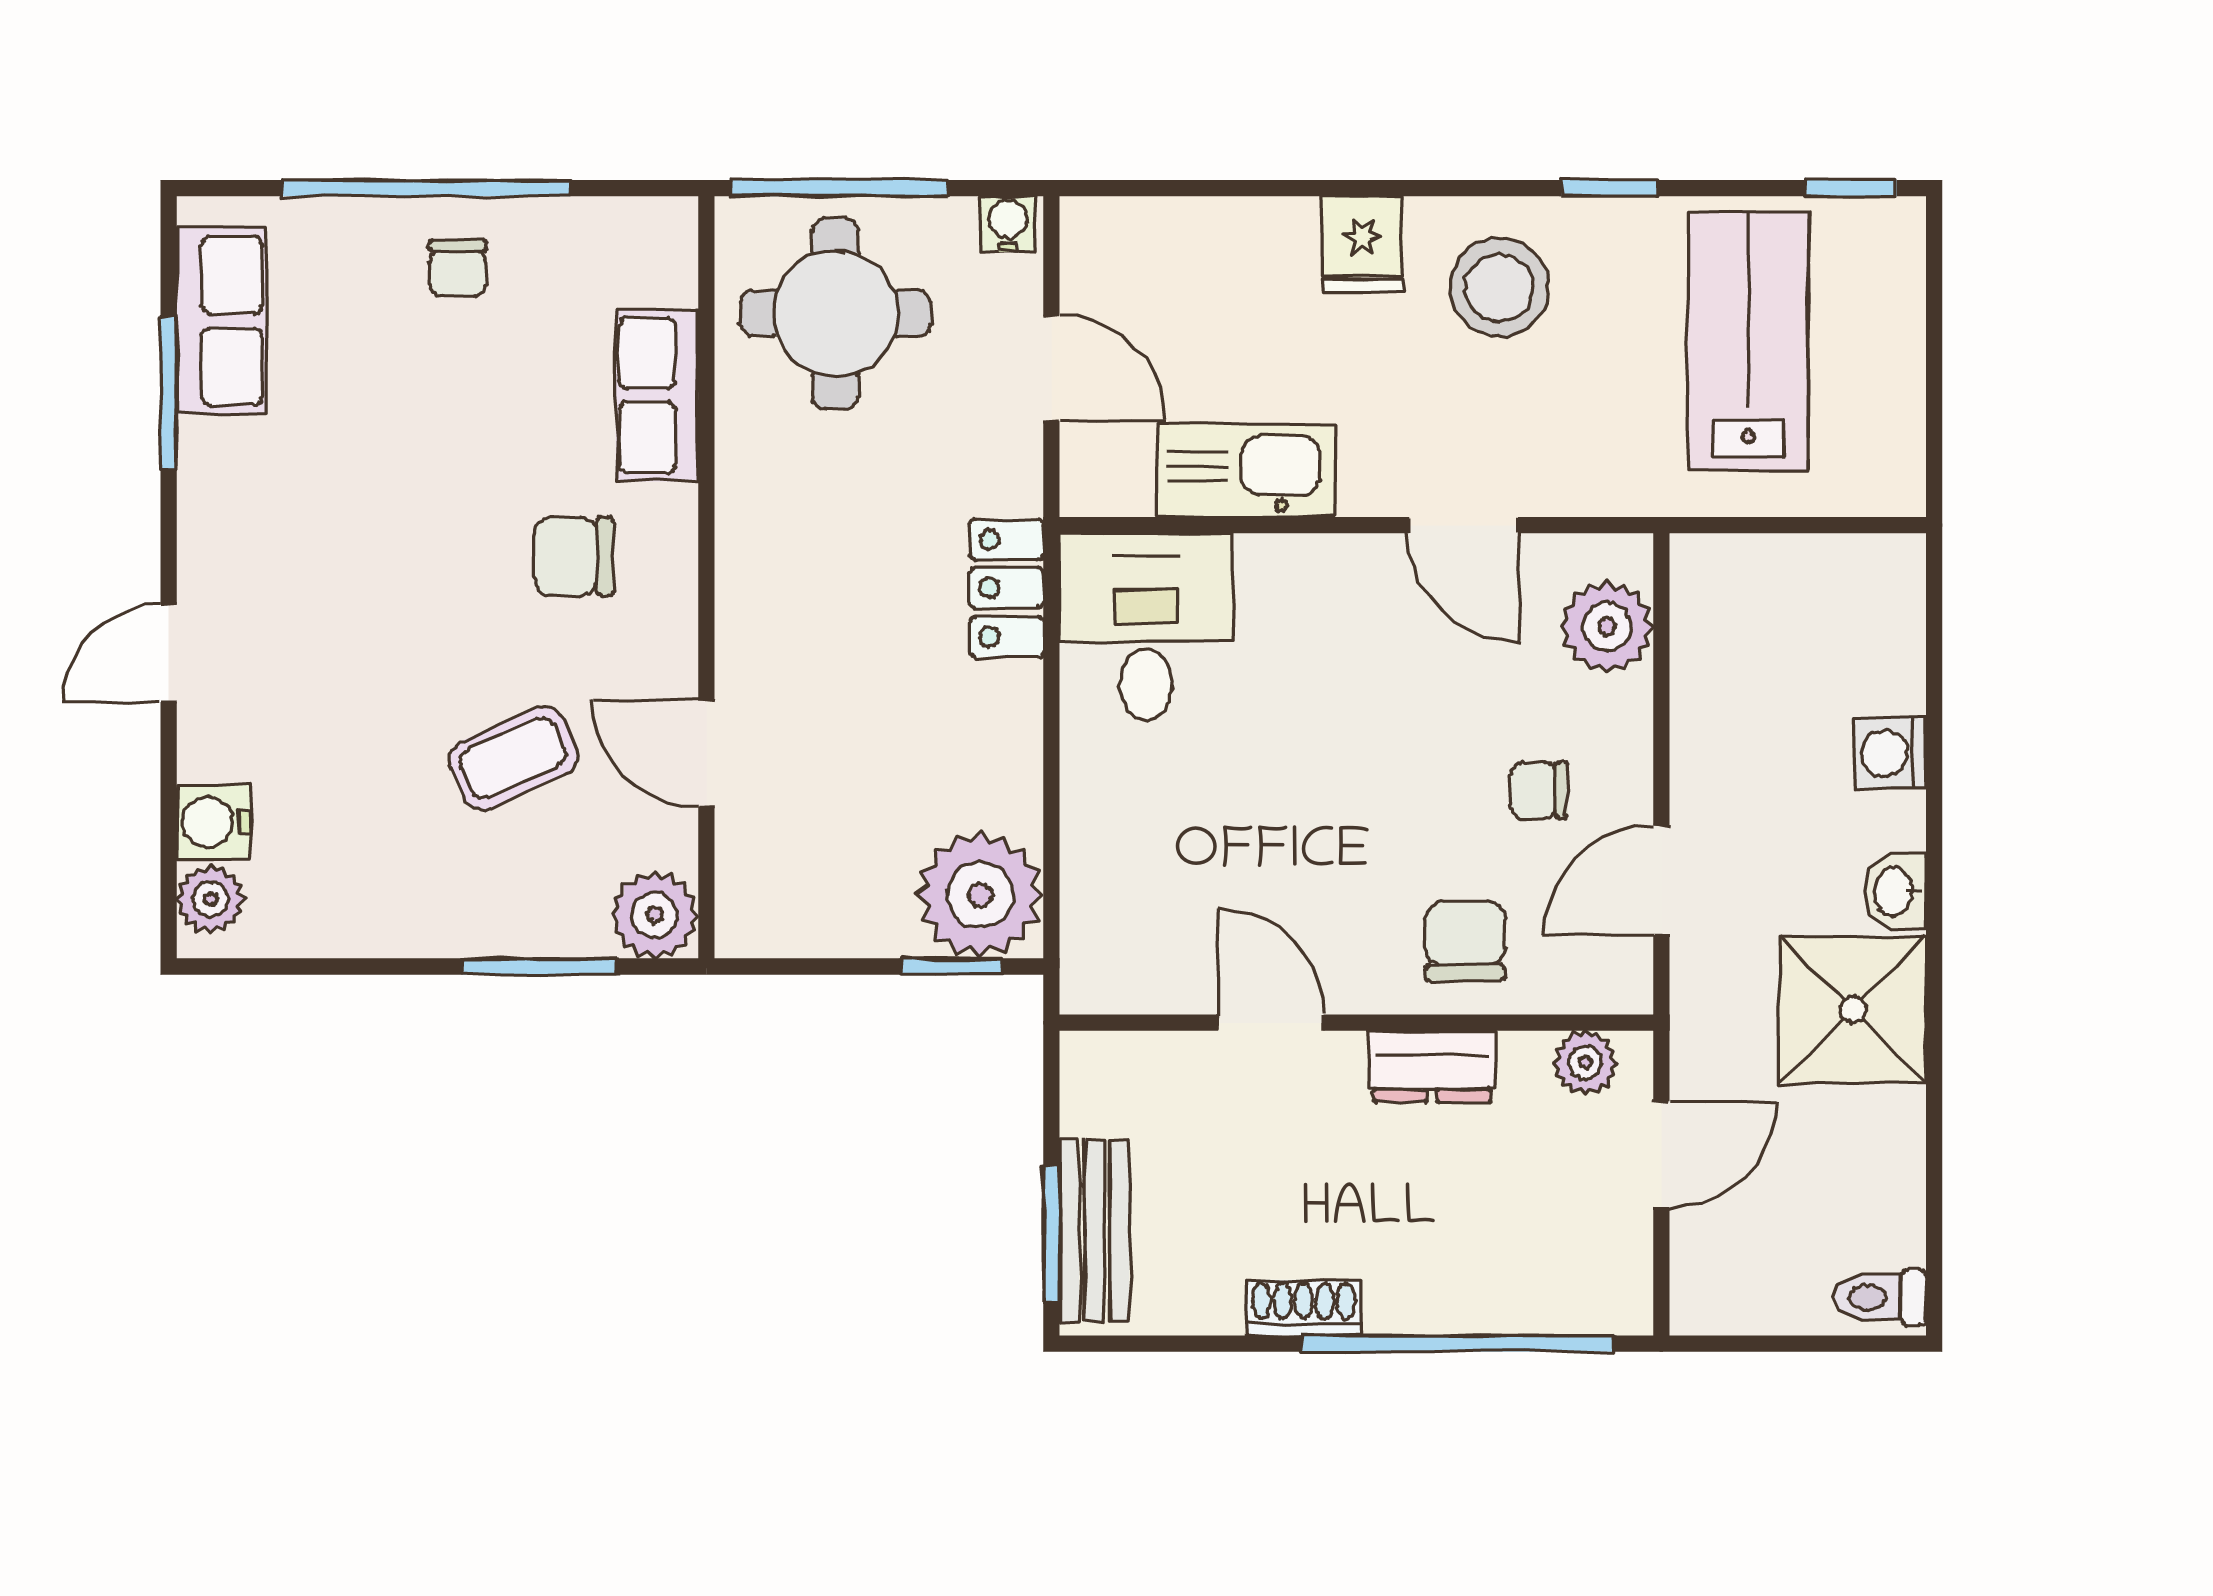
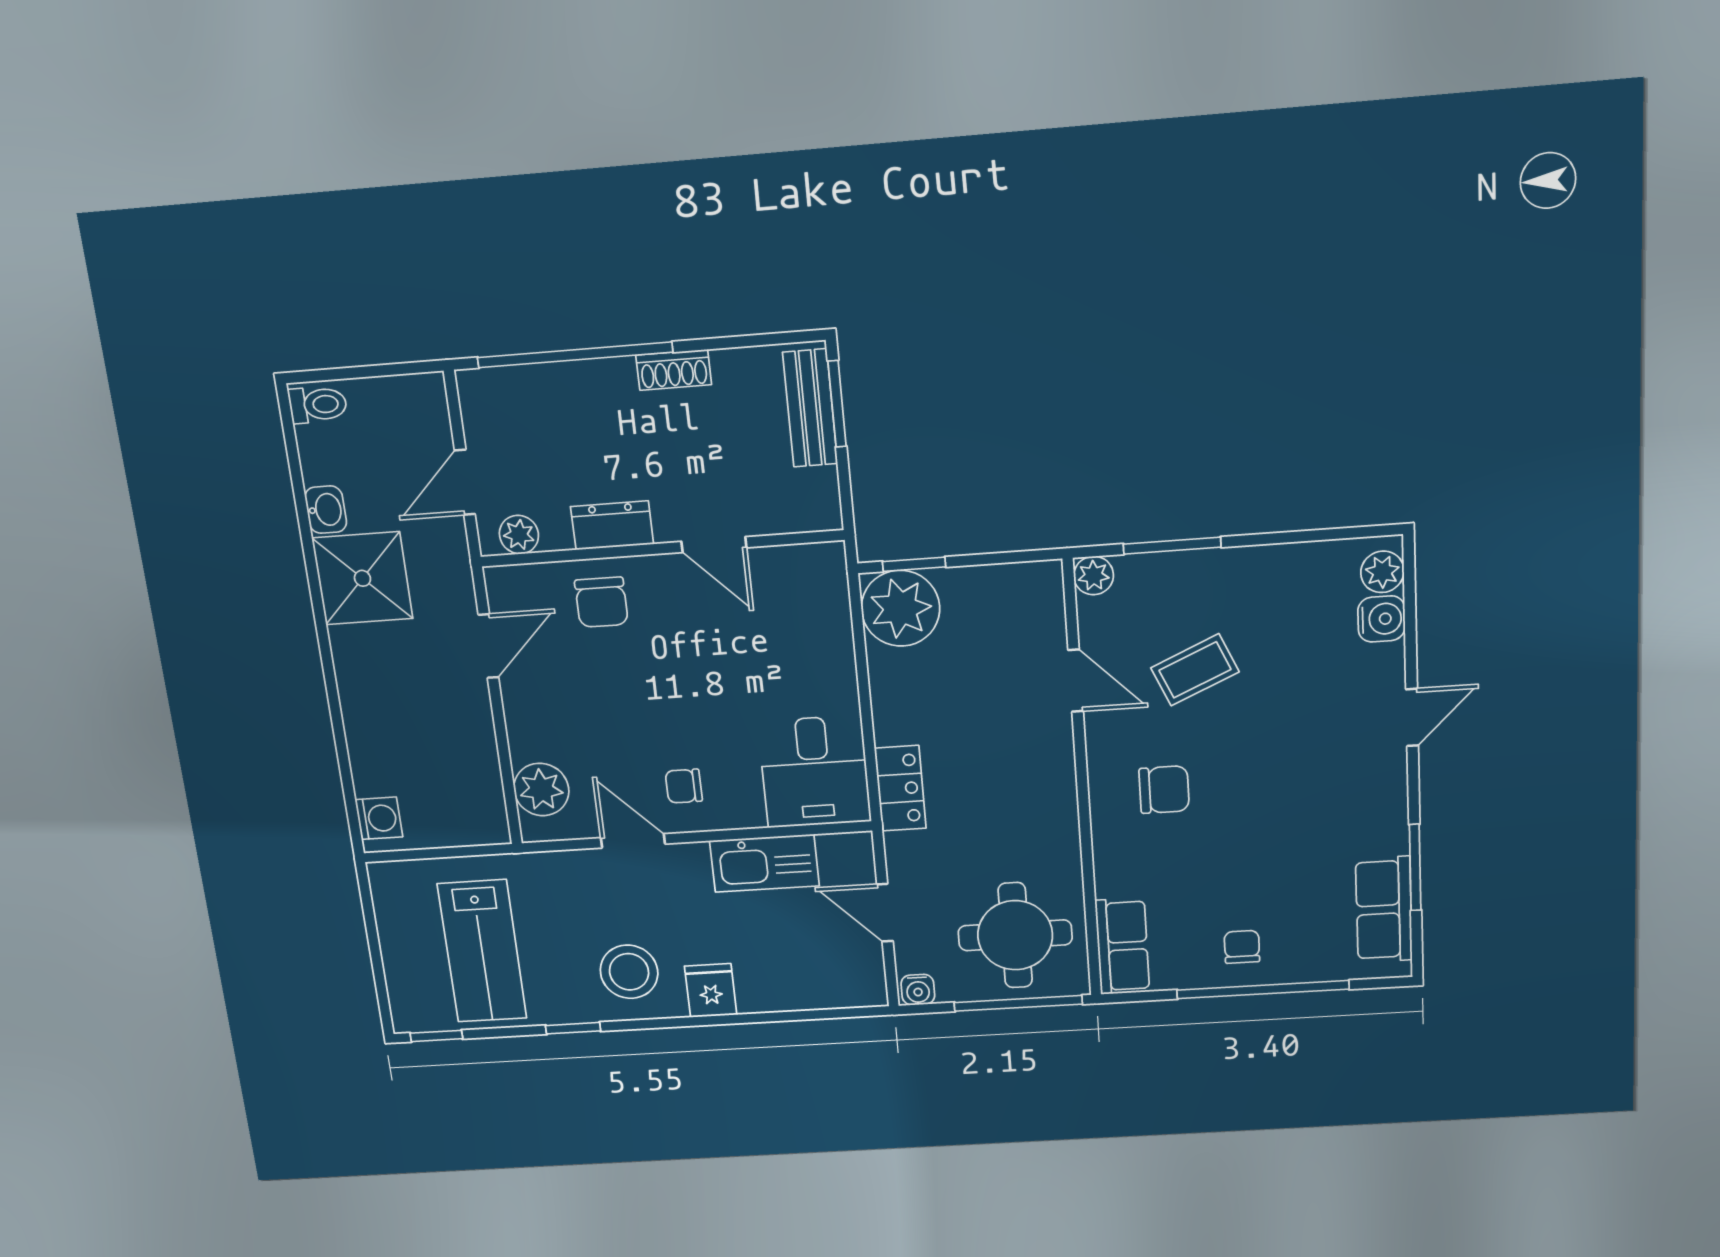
row of seats: (657, 395) -> (1122, 946), moved
washing machine: (1890, 753) -> (379, 818), moved
chair: (1539, 790) -> (684, 786), moved, turned 180
washbasin: (1895, 891) -> (326, 510), moved
plant: (655, 915) -> (1094, 576), width x0.73, depth x0.73

